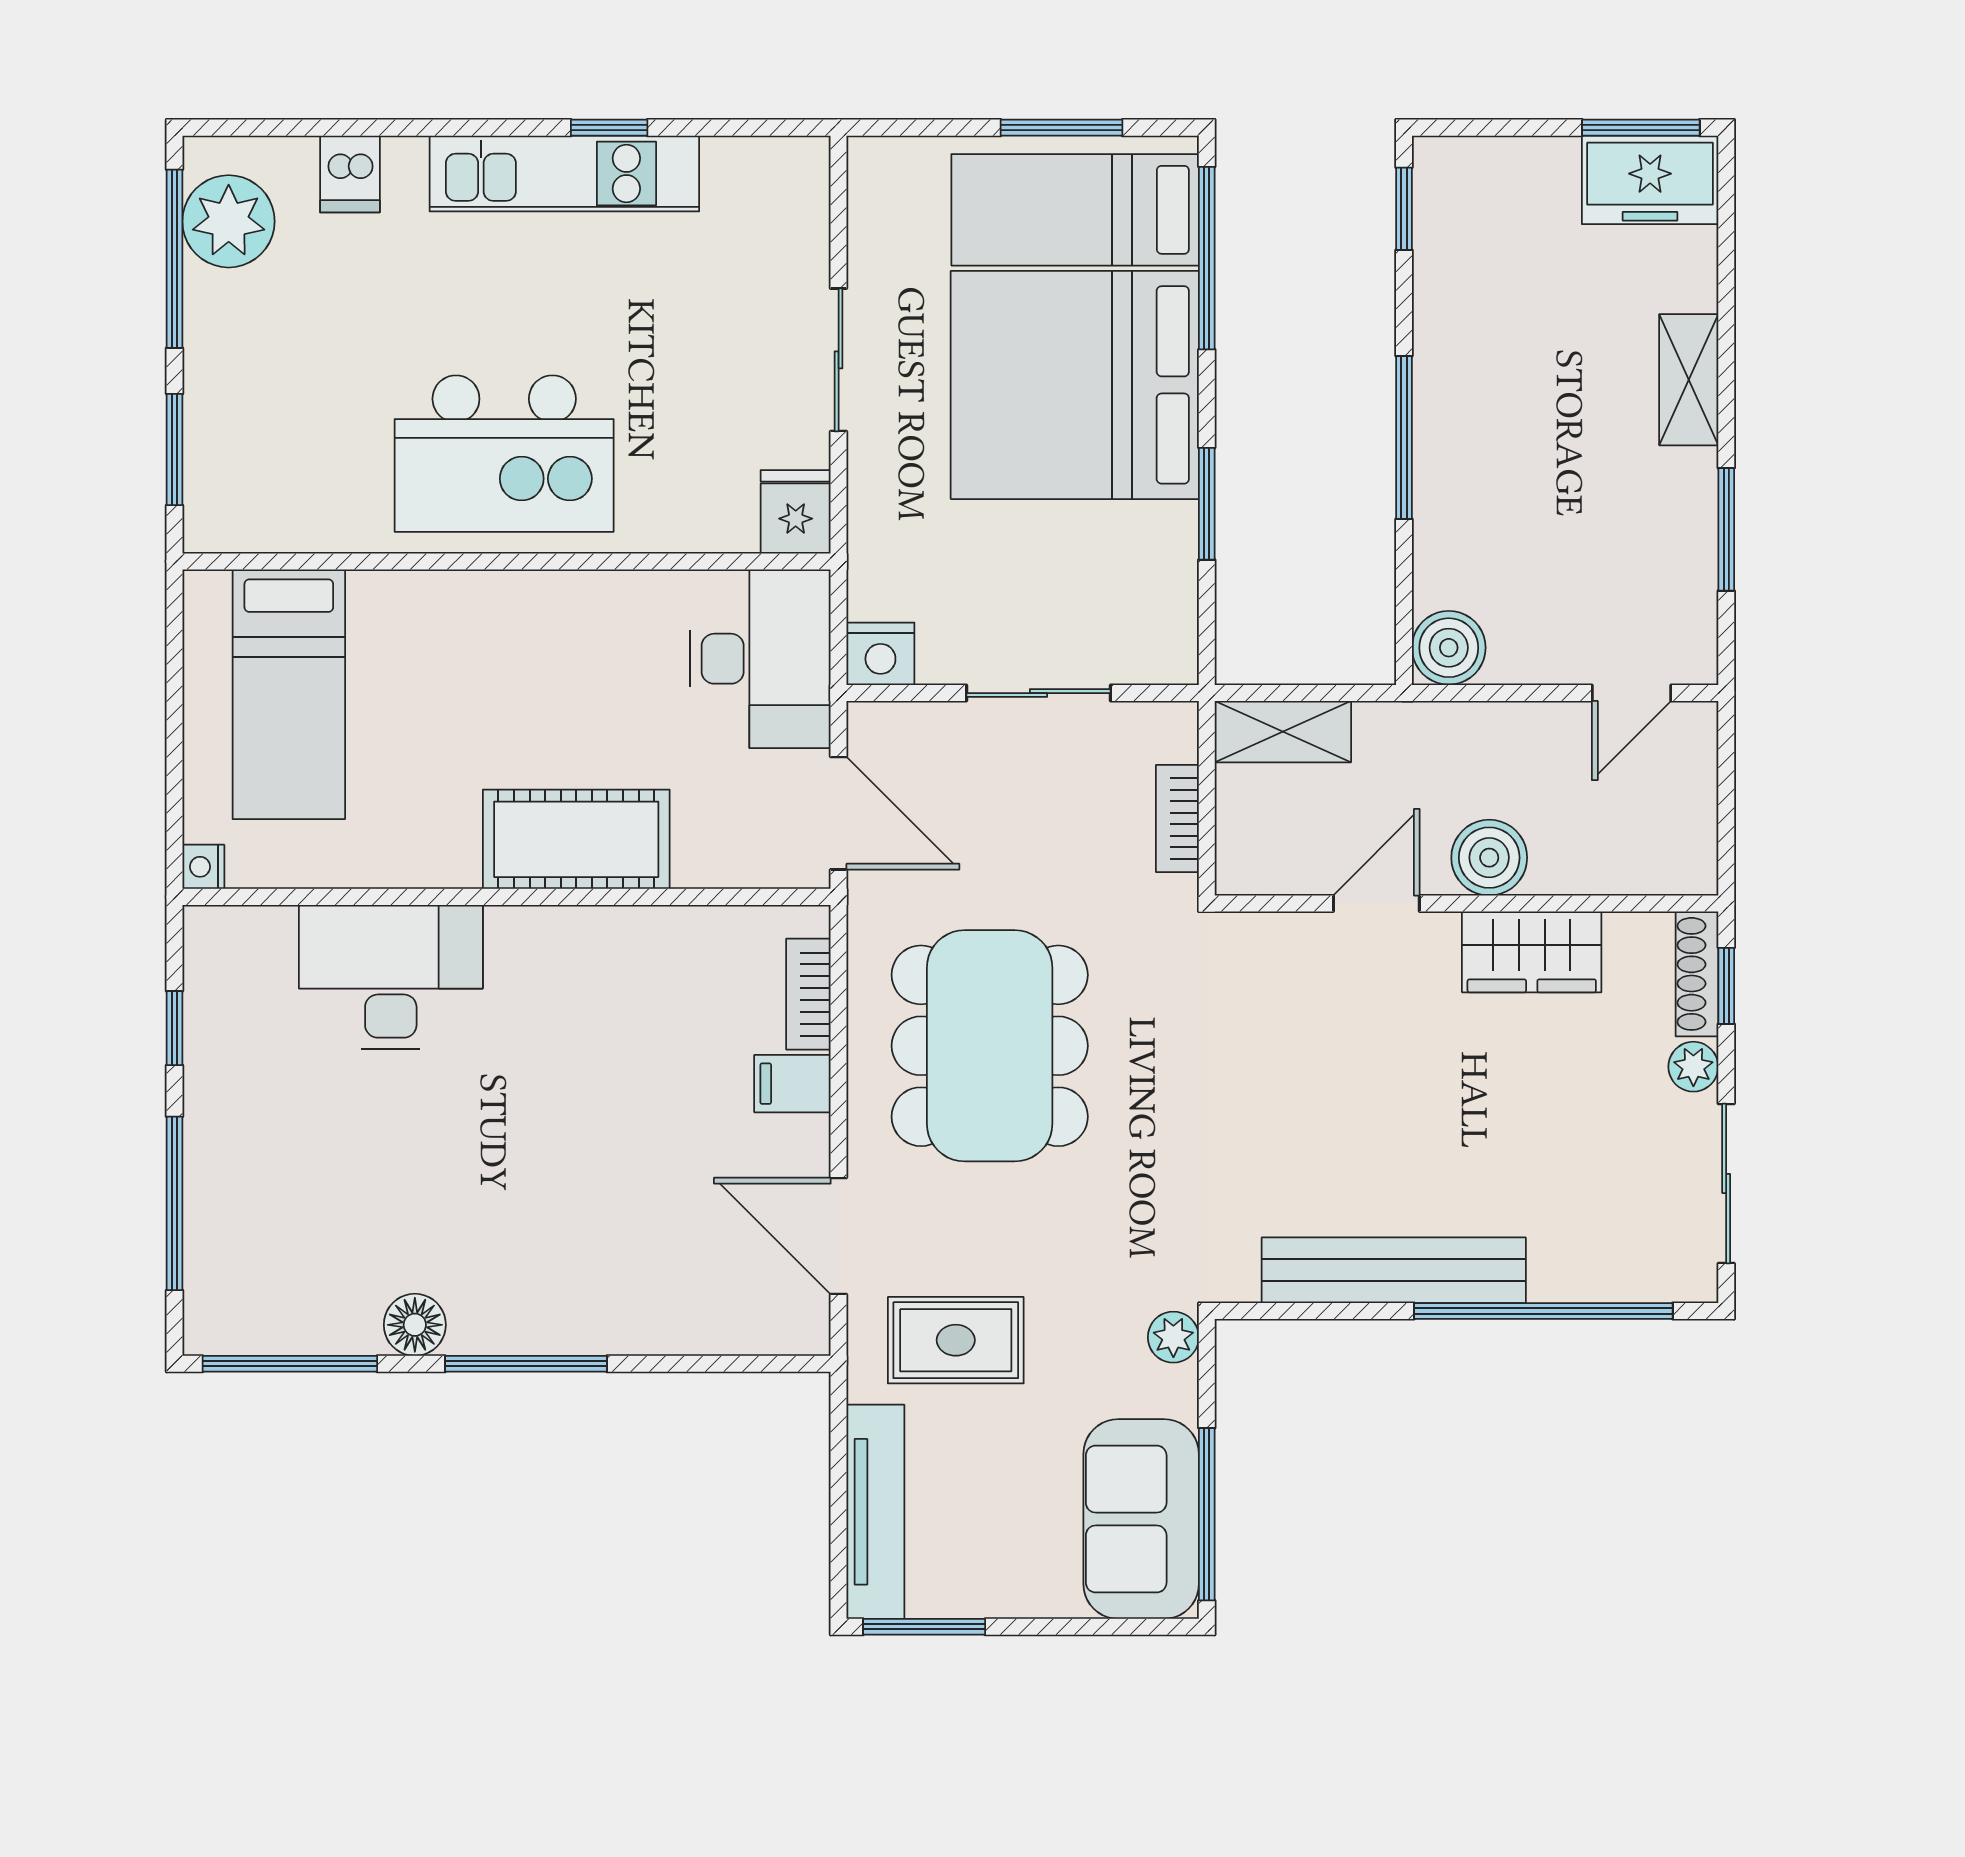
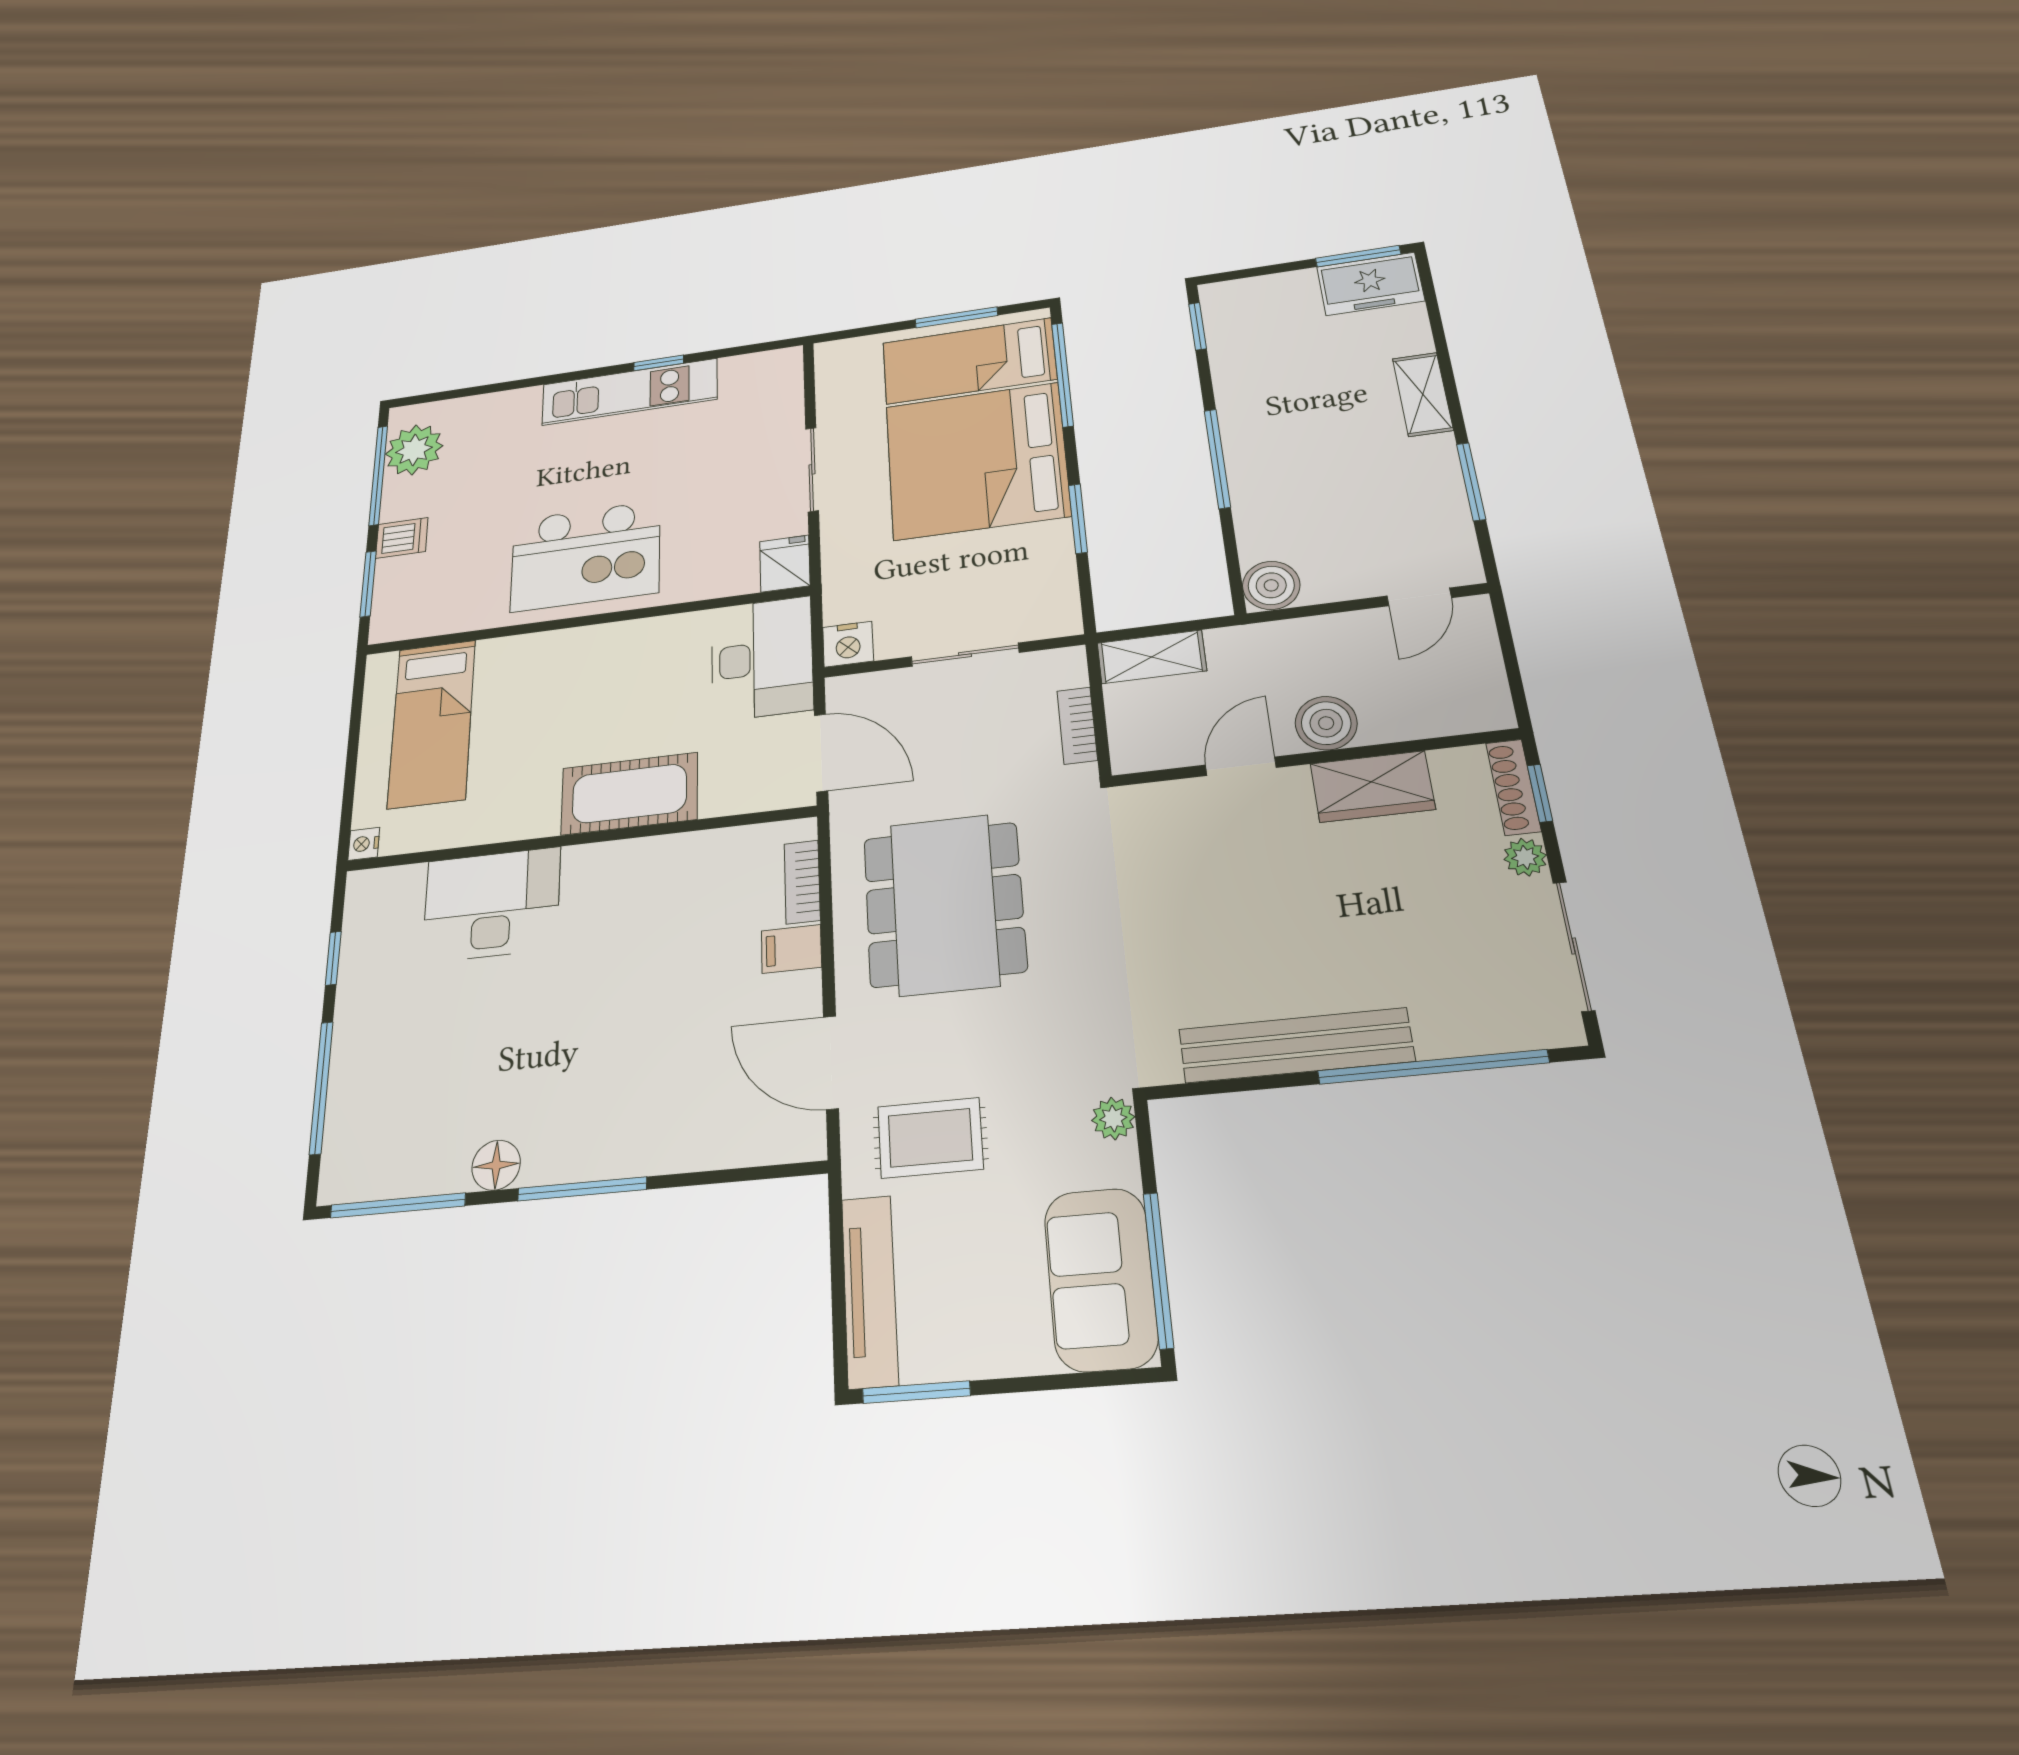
dishwasher: (350, 174) -> (402, 538), moved, turned -90

